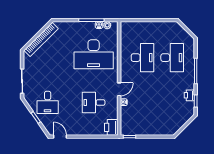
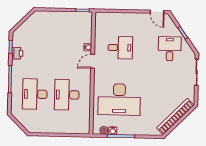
desk: (94, 54) -> (119, 99), turned 180
printer: (111, 127) -> (102, 21), removed

